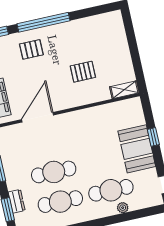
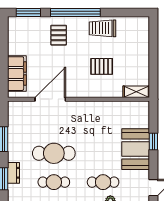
trolley: (75, 32) -> (102, 28), added
pallet: (31, 49) -> (59, 35), turned 90
cafe table: (111, 190) -> (103, 182), width x0.73, depth x0.74
cafe table: (60, 202) -> (54, 182), width x0.73, depth x0.74

